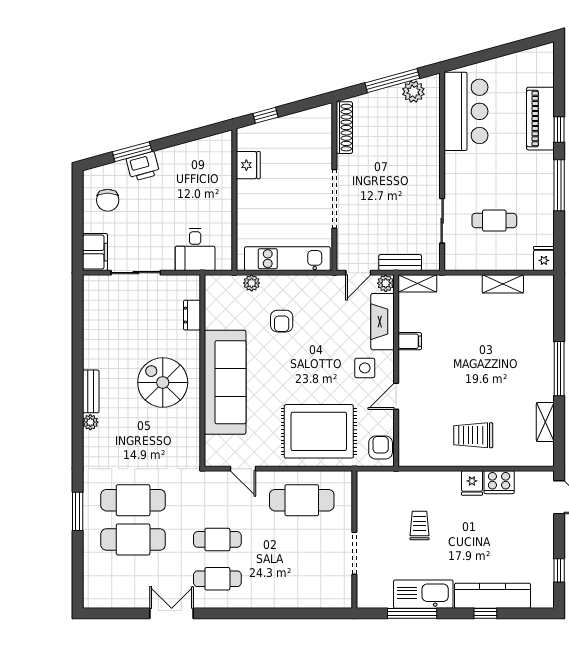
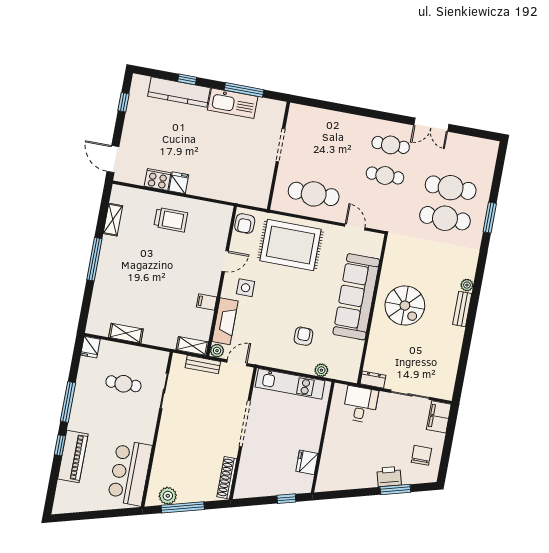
dresser: (192, 315) -> (373, 380), moved, turned -90
trolley: (420, 526) -> (226, 157), removed

